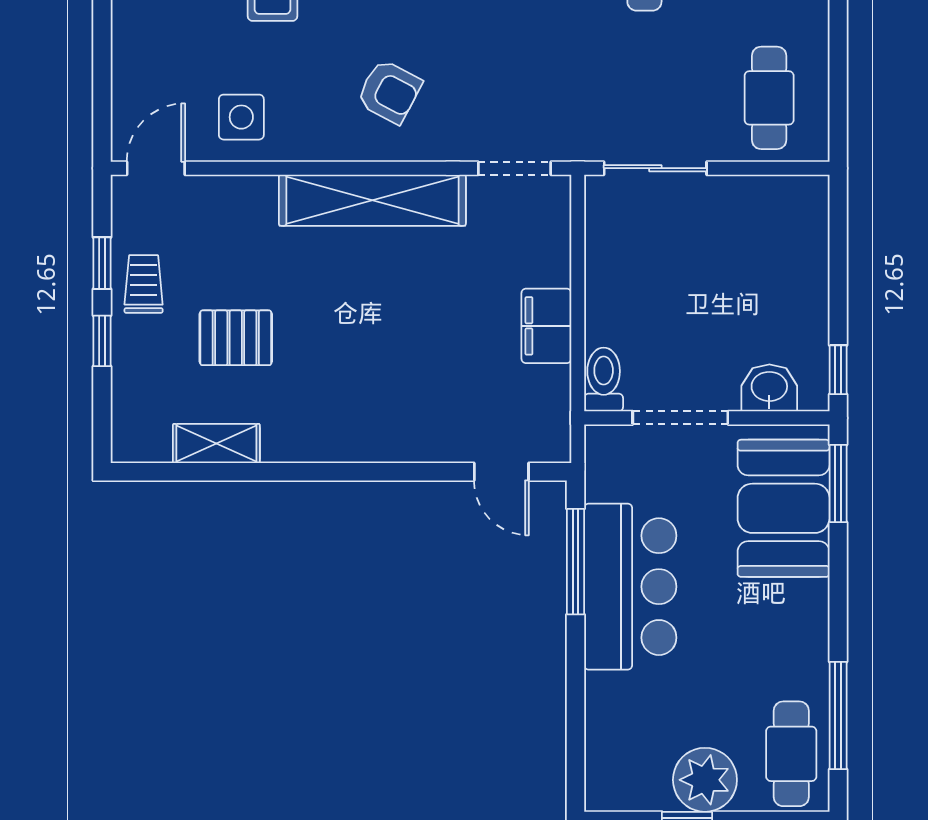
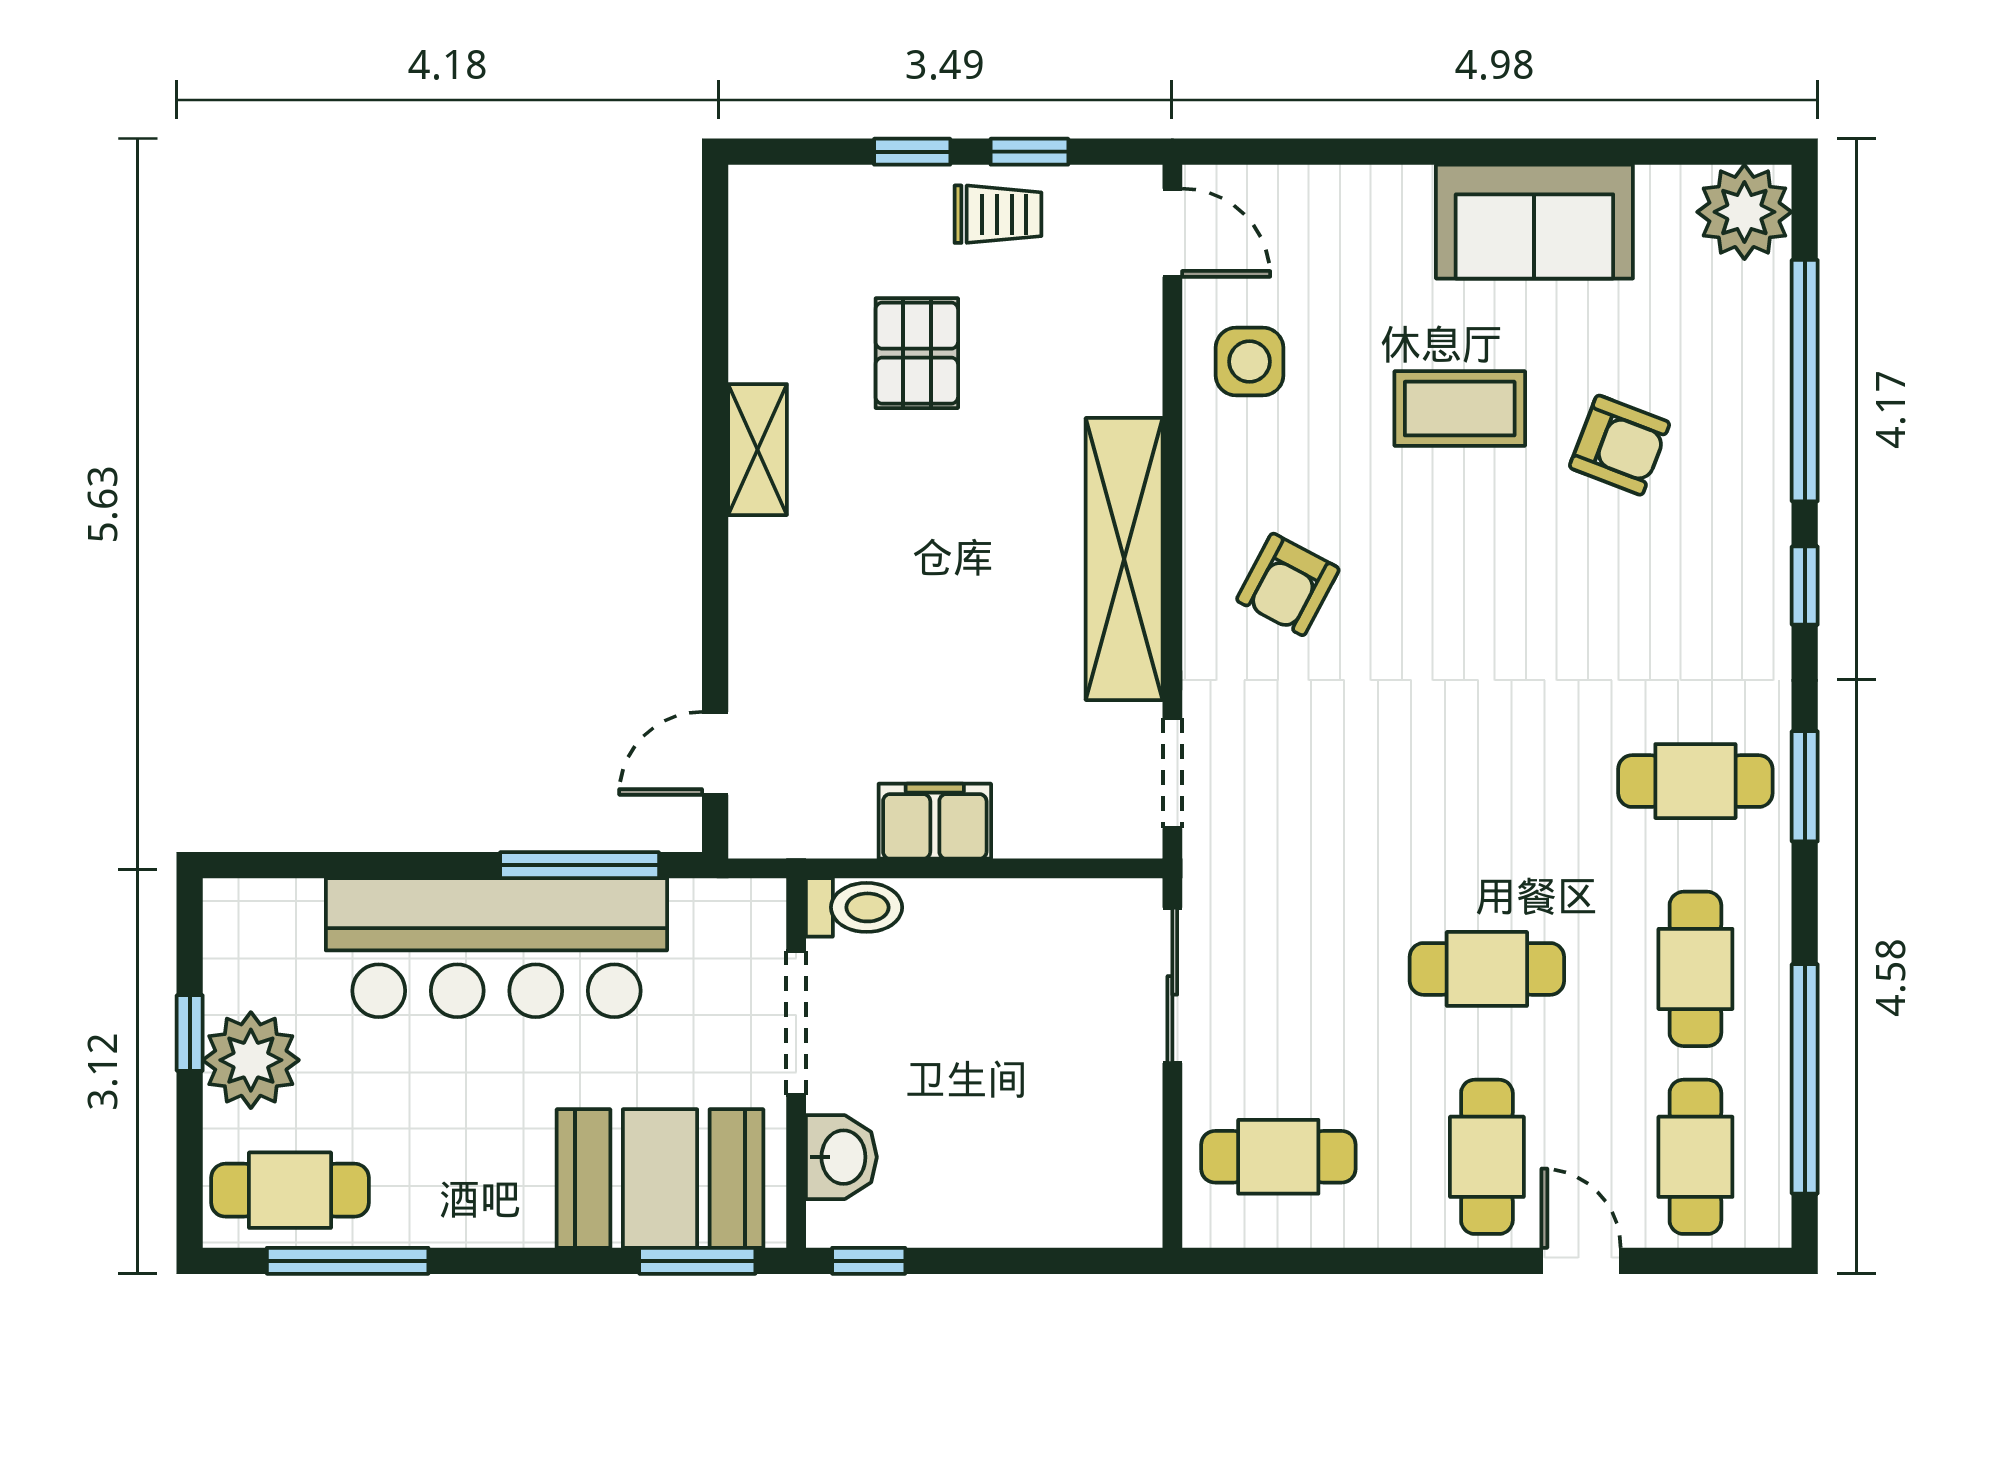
shelving: (216, 444) -> (758, 450), moved
bar counter: (630, 587) -> (496, 948), width x1.36

